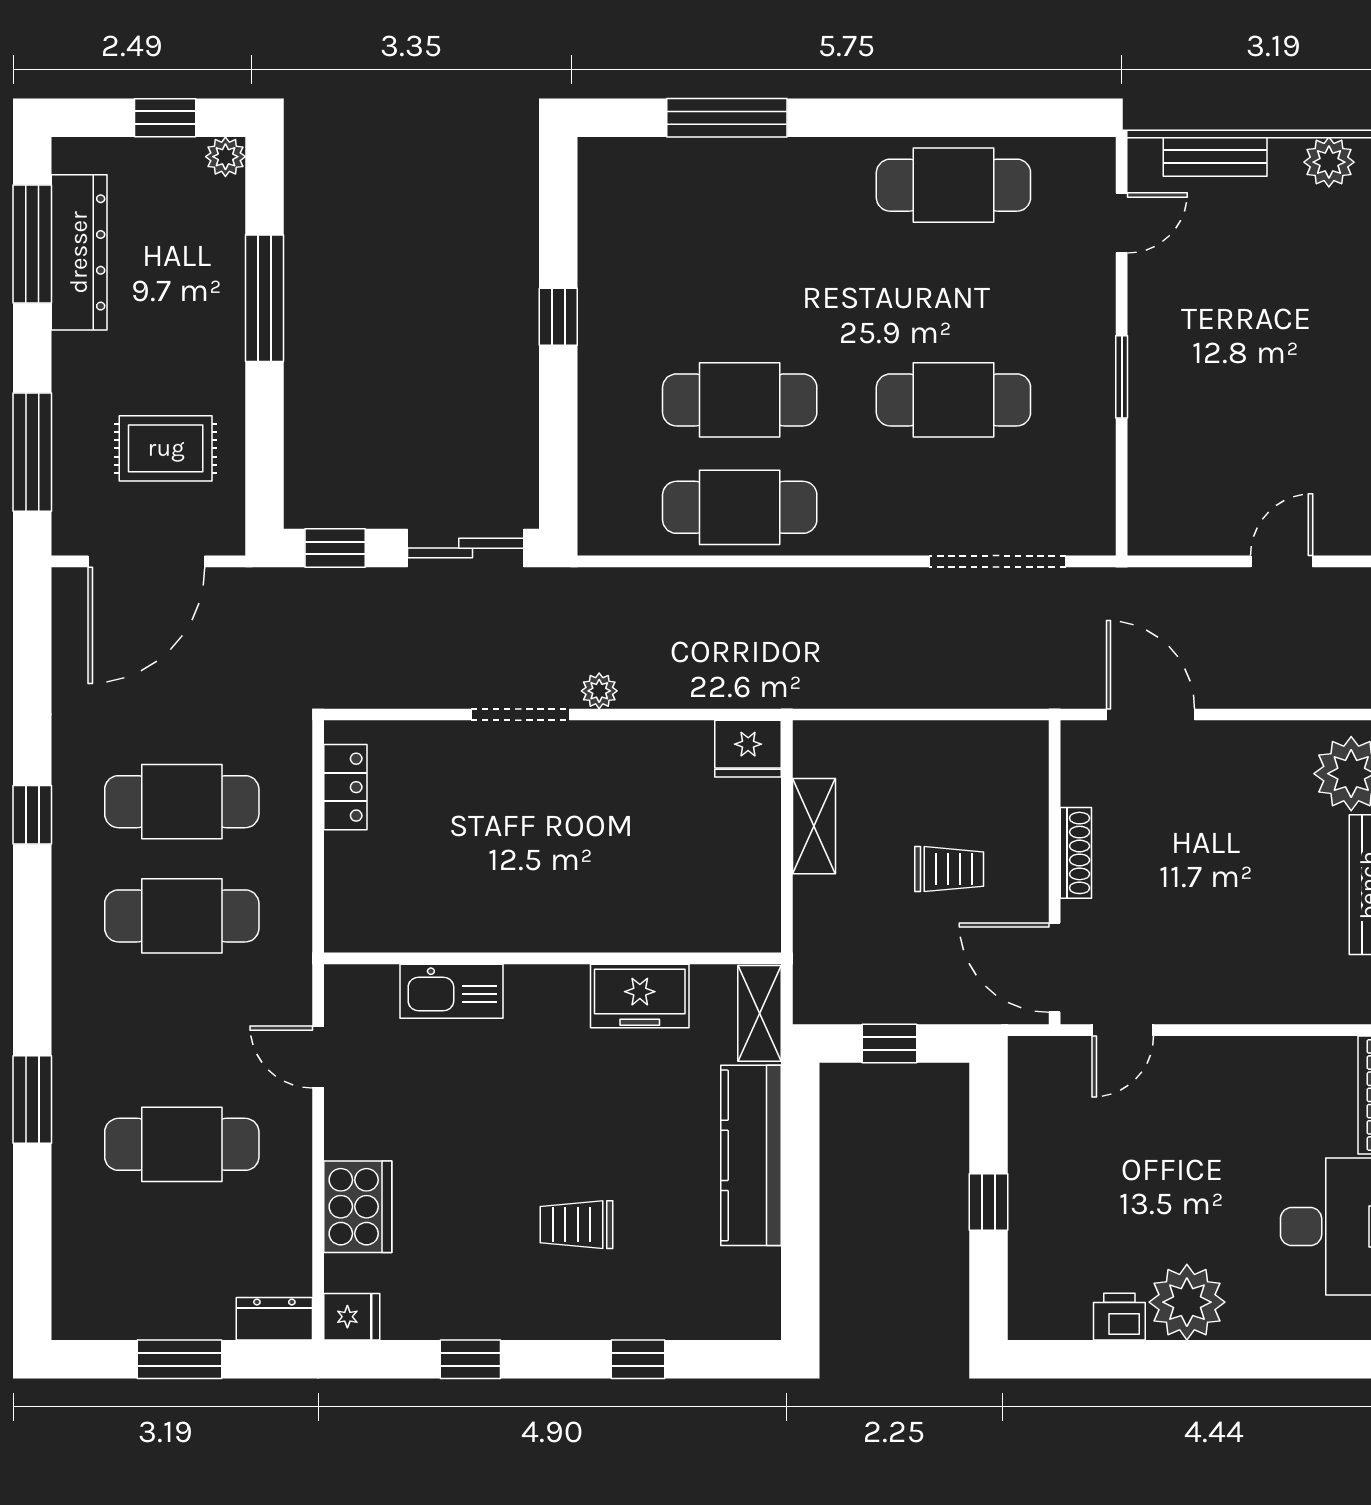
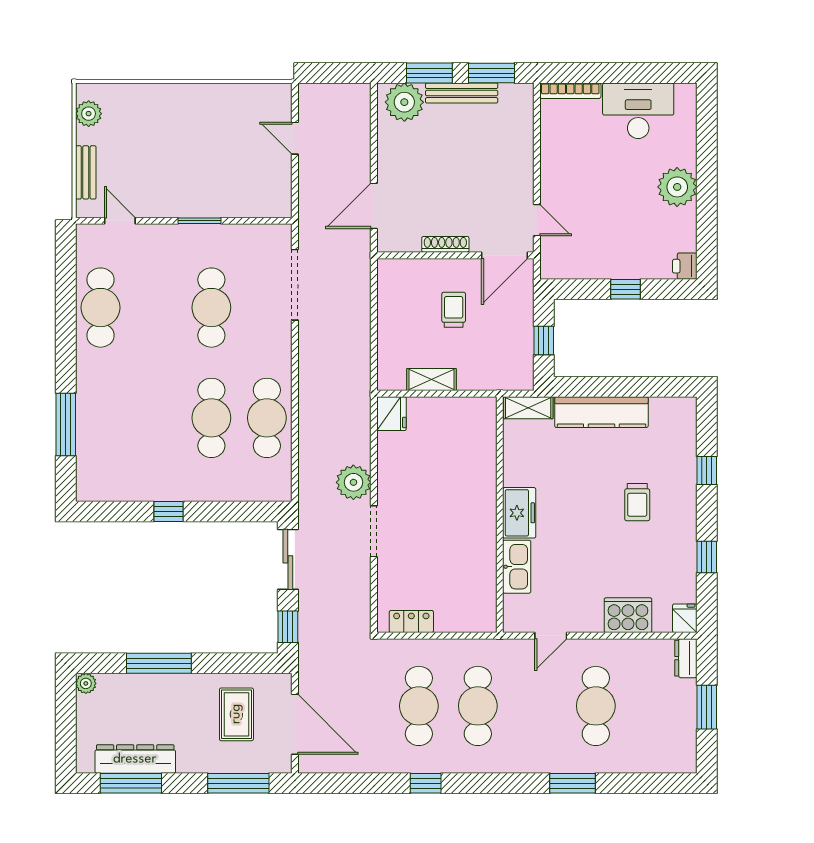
window: (165, 118) -> (66, 715), removed
plant: (599, 691) -> (353, 482), width x1.87, depth x1.87
freezer: (640, 996) -> (519, 513), moved
printer: (1119, 1317) -> (685, 266), moved

